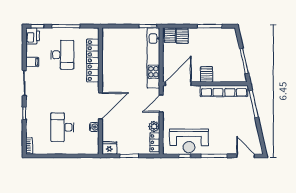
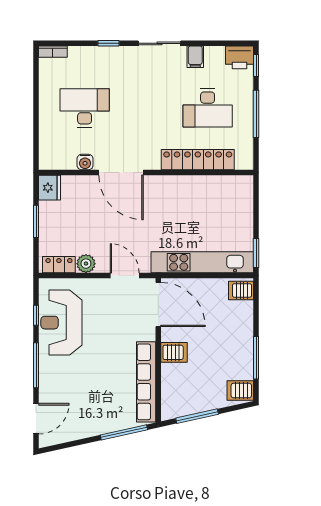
server rack: (182, 35) -> (240, 391), moved

